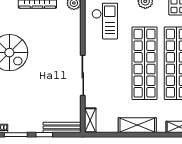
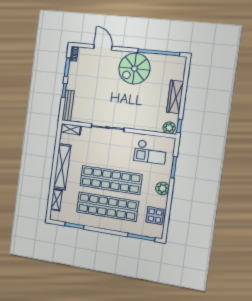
shelving: (137, 125) -> (62, 167), width x1.47

